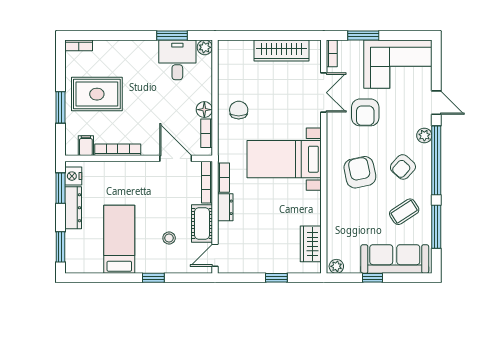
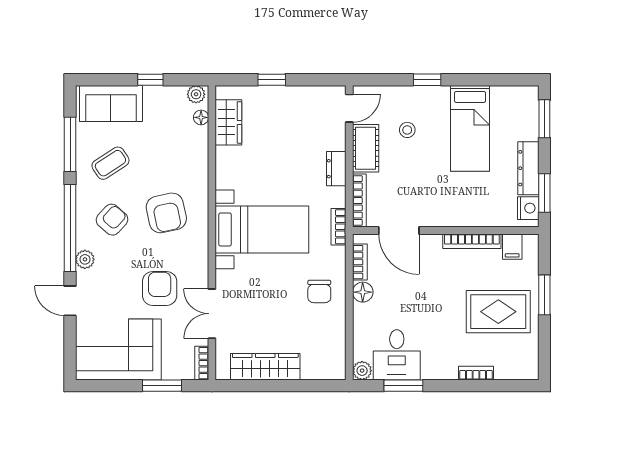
bookcase: (79, 45) -> (476, 373), moved
bookcase: (223, 178) -> (339, 227), moved
floor lamp: (332, 248) -> (201, 117), added
sofa: (395, 259) -> (111, 103), width x0.73

